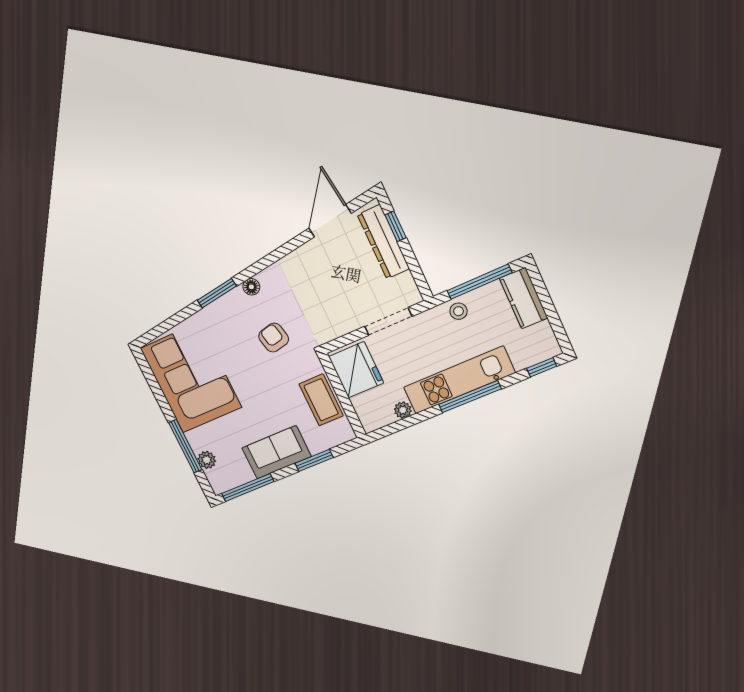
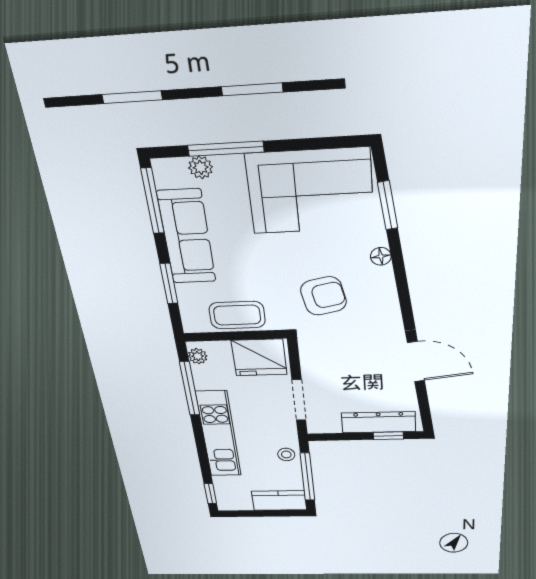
door: (330, 221) -> (416, 362), moved
floor lamp: (251, 287) -> (381, 256), moved
window: (217, 293) -> (388, 205), moved
armchair: (274, 338) -> (323, 296), width x1.38, depth x1.38
window: (470, 397) -> (190, 389), moved
plant: (403, 410) -> (198, 356), moved
sofa: (277, 452) -> (187, 237), width x1.36

